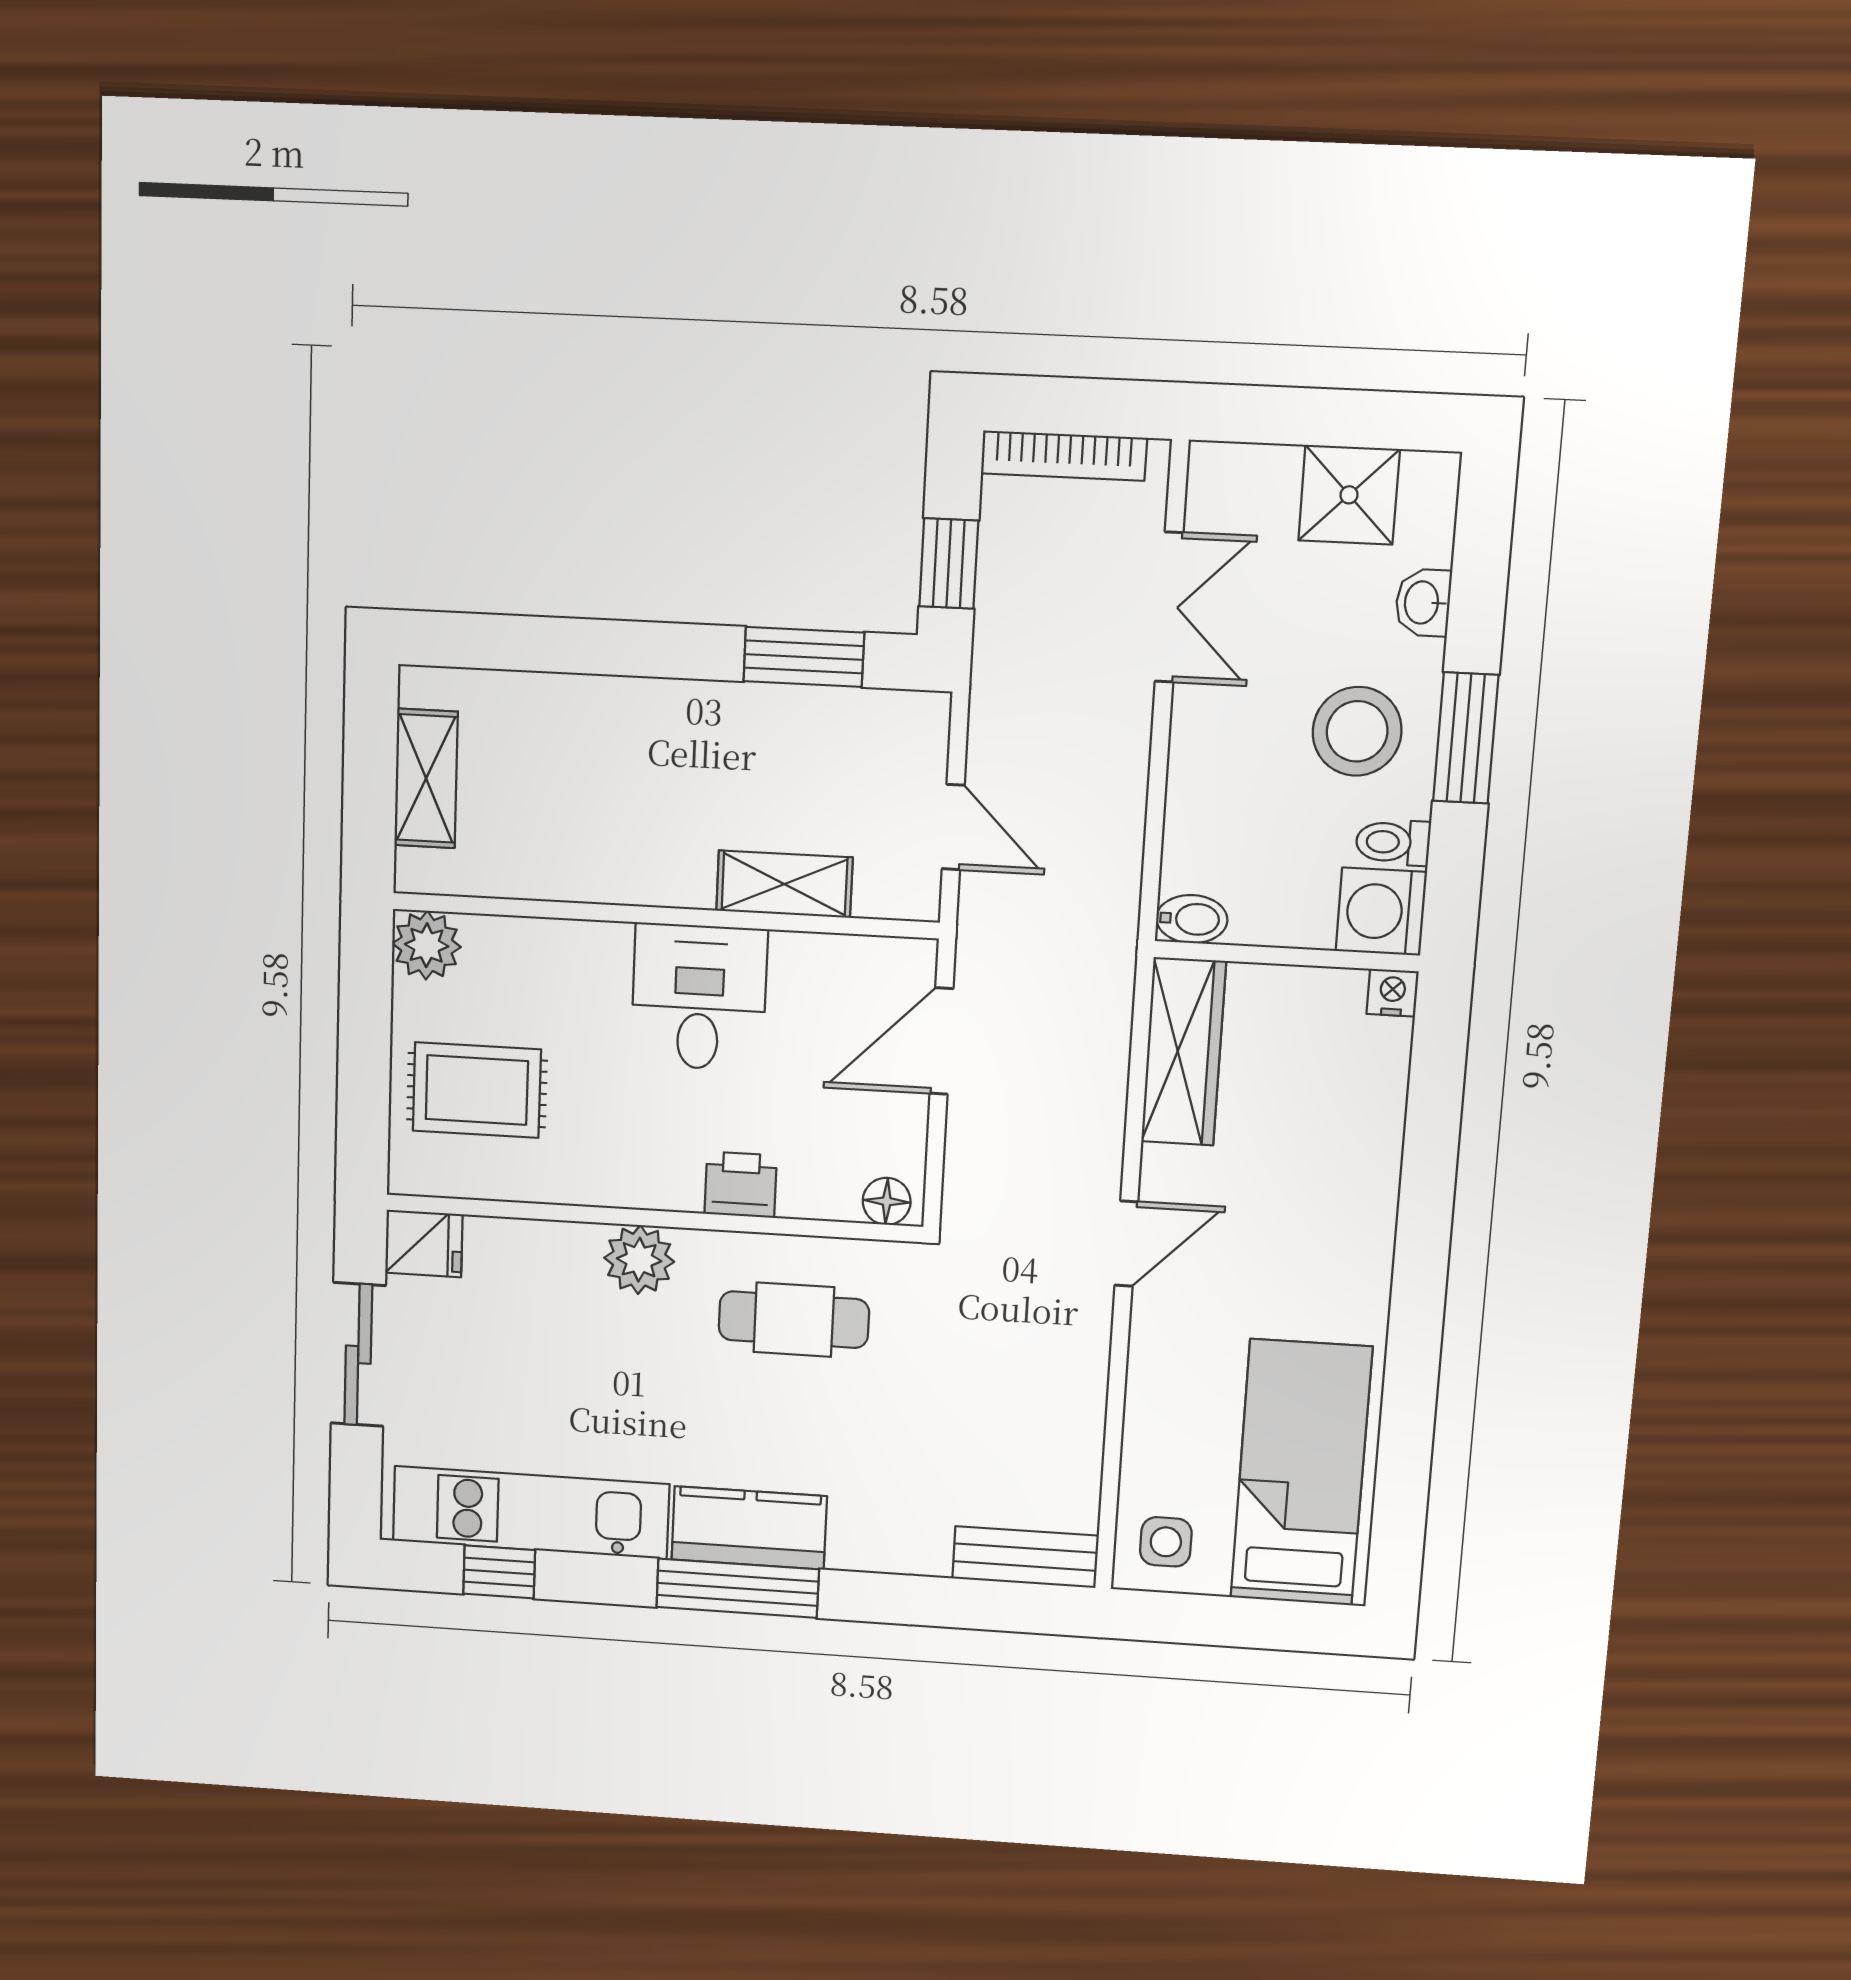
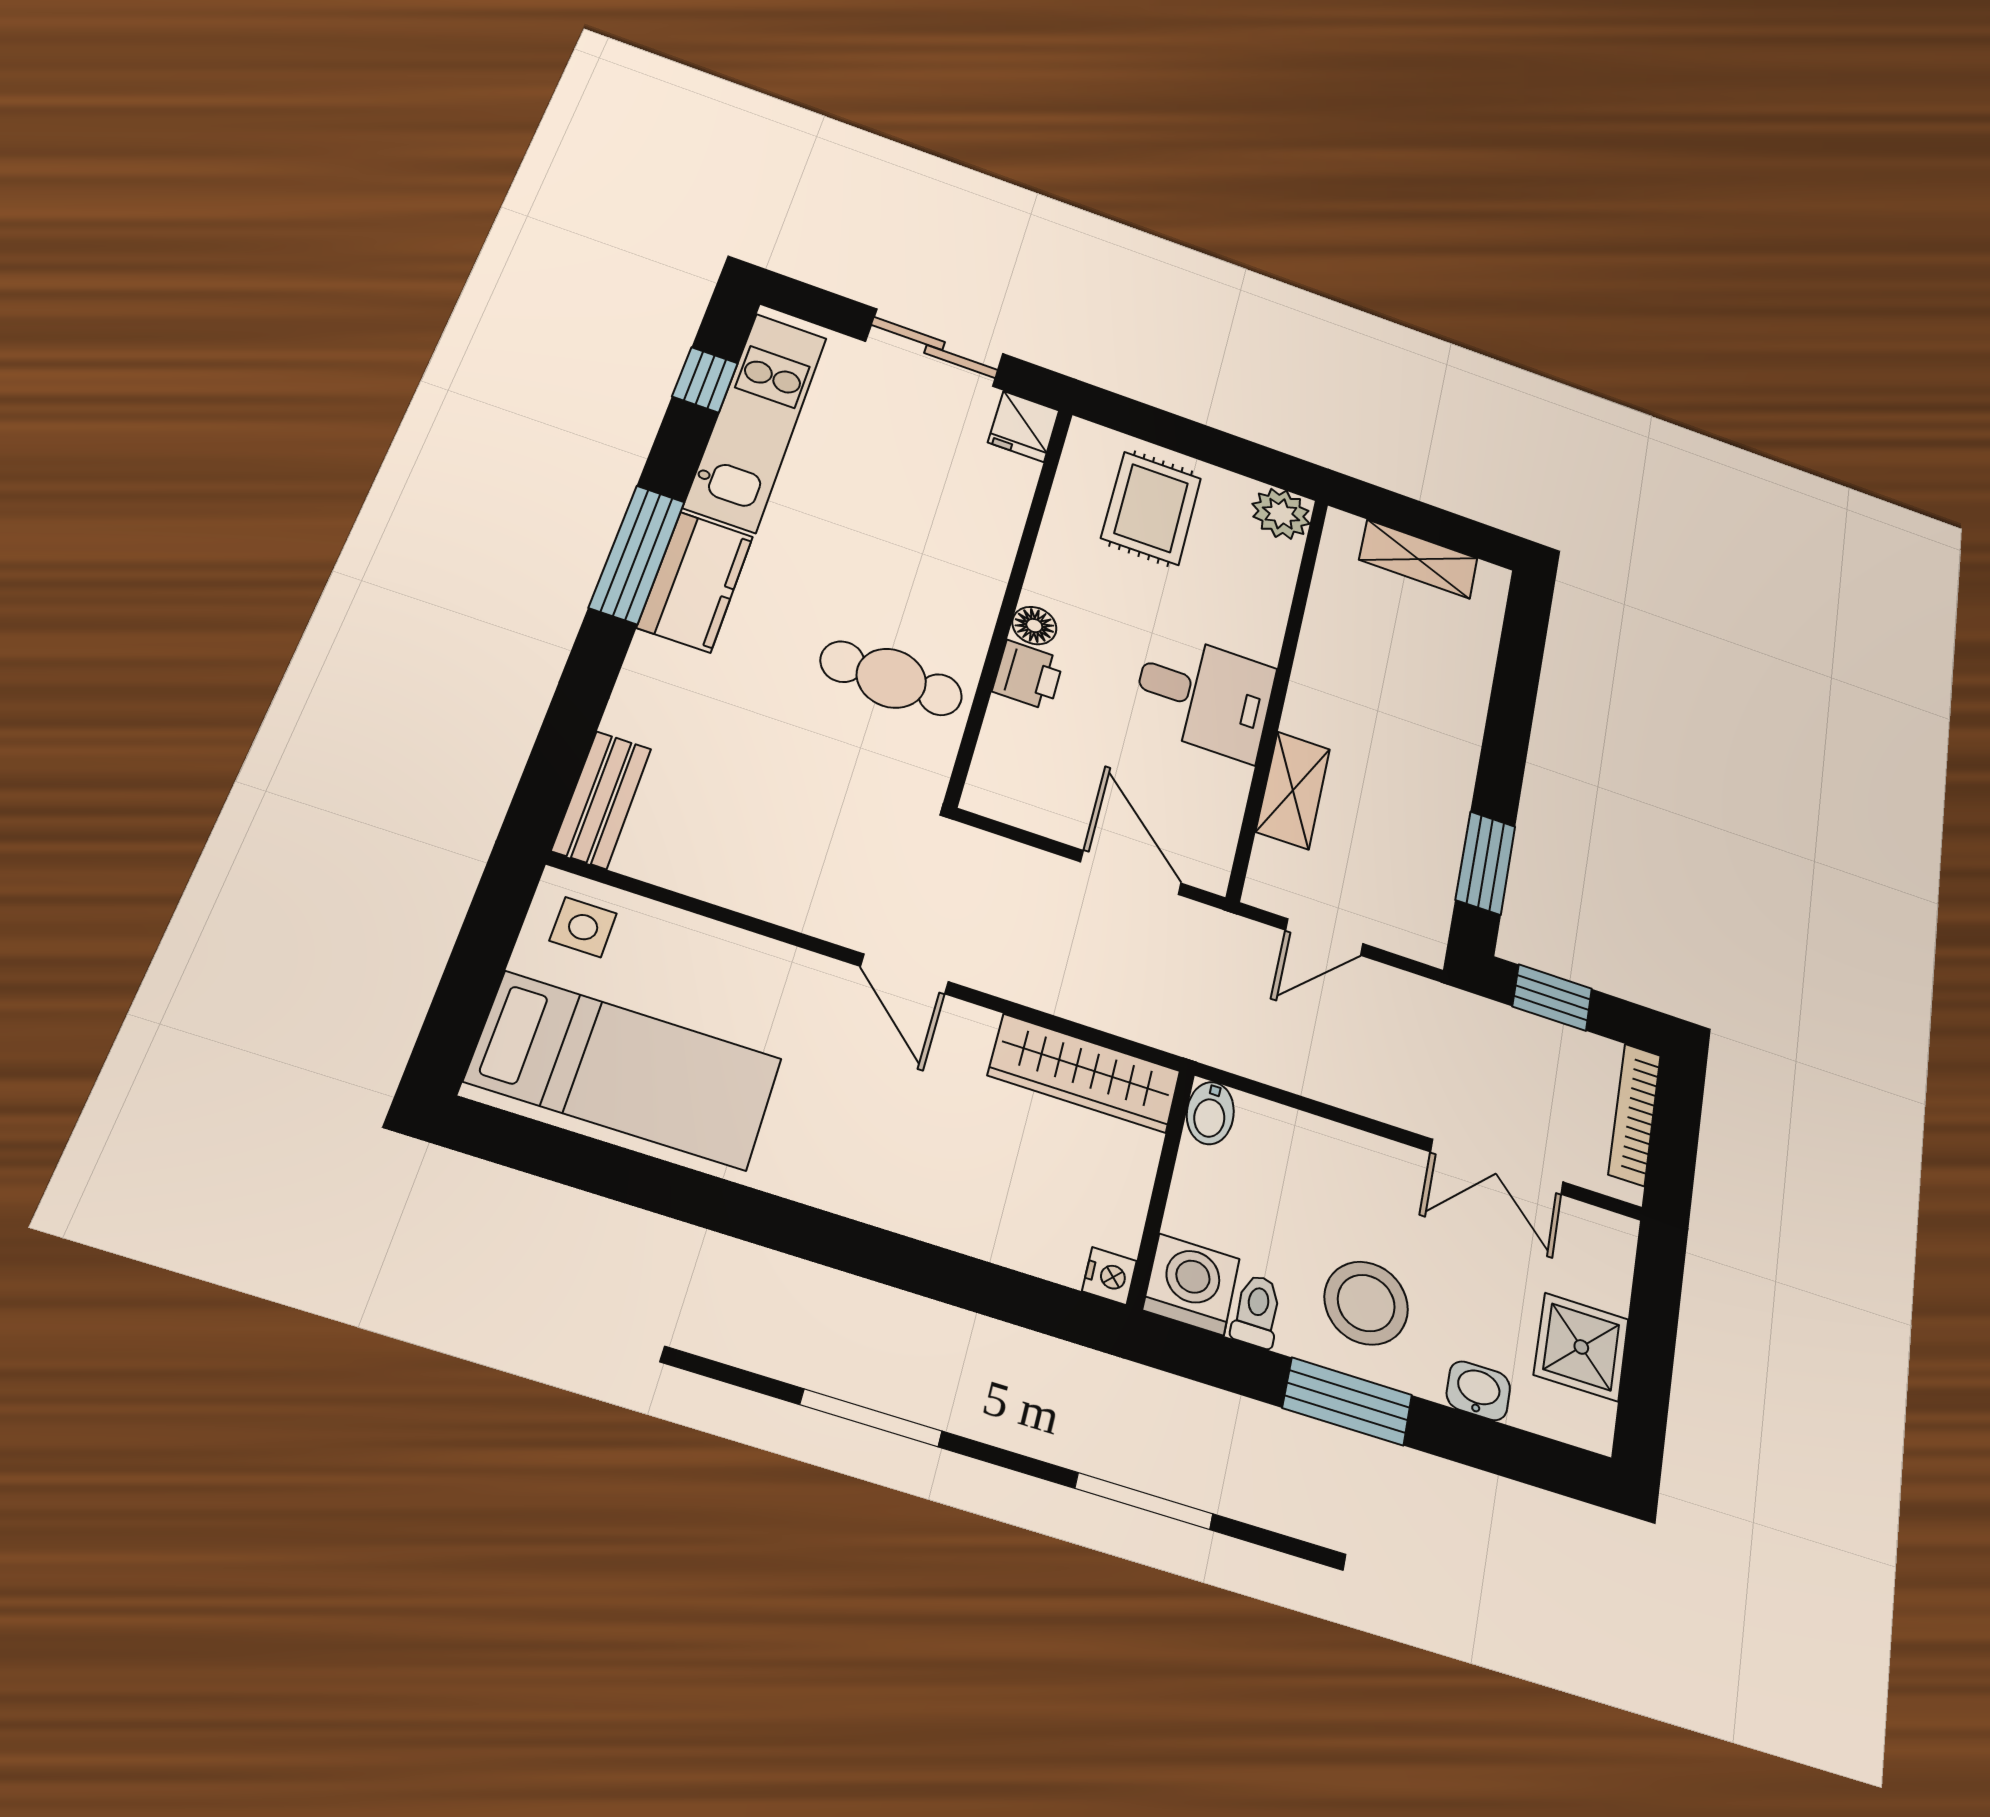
floor lamp: (887, 1201) -> (1034, 626), moved
plant: (639, 1260) -> (975, 577), removed
cafe table: (794, 1320) -> (891, 678), turned 90

